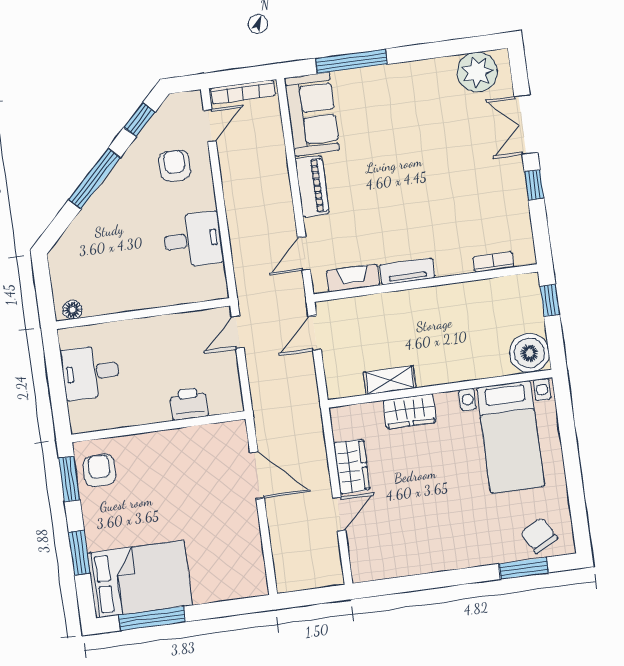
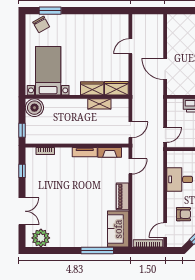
armchair: (175, 166) -> (183, 214), turned -90
window: (534, 185) -> (22, 171), moved
wardrobe: (352, 466) -> (116, 88), moved, turned 90

